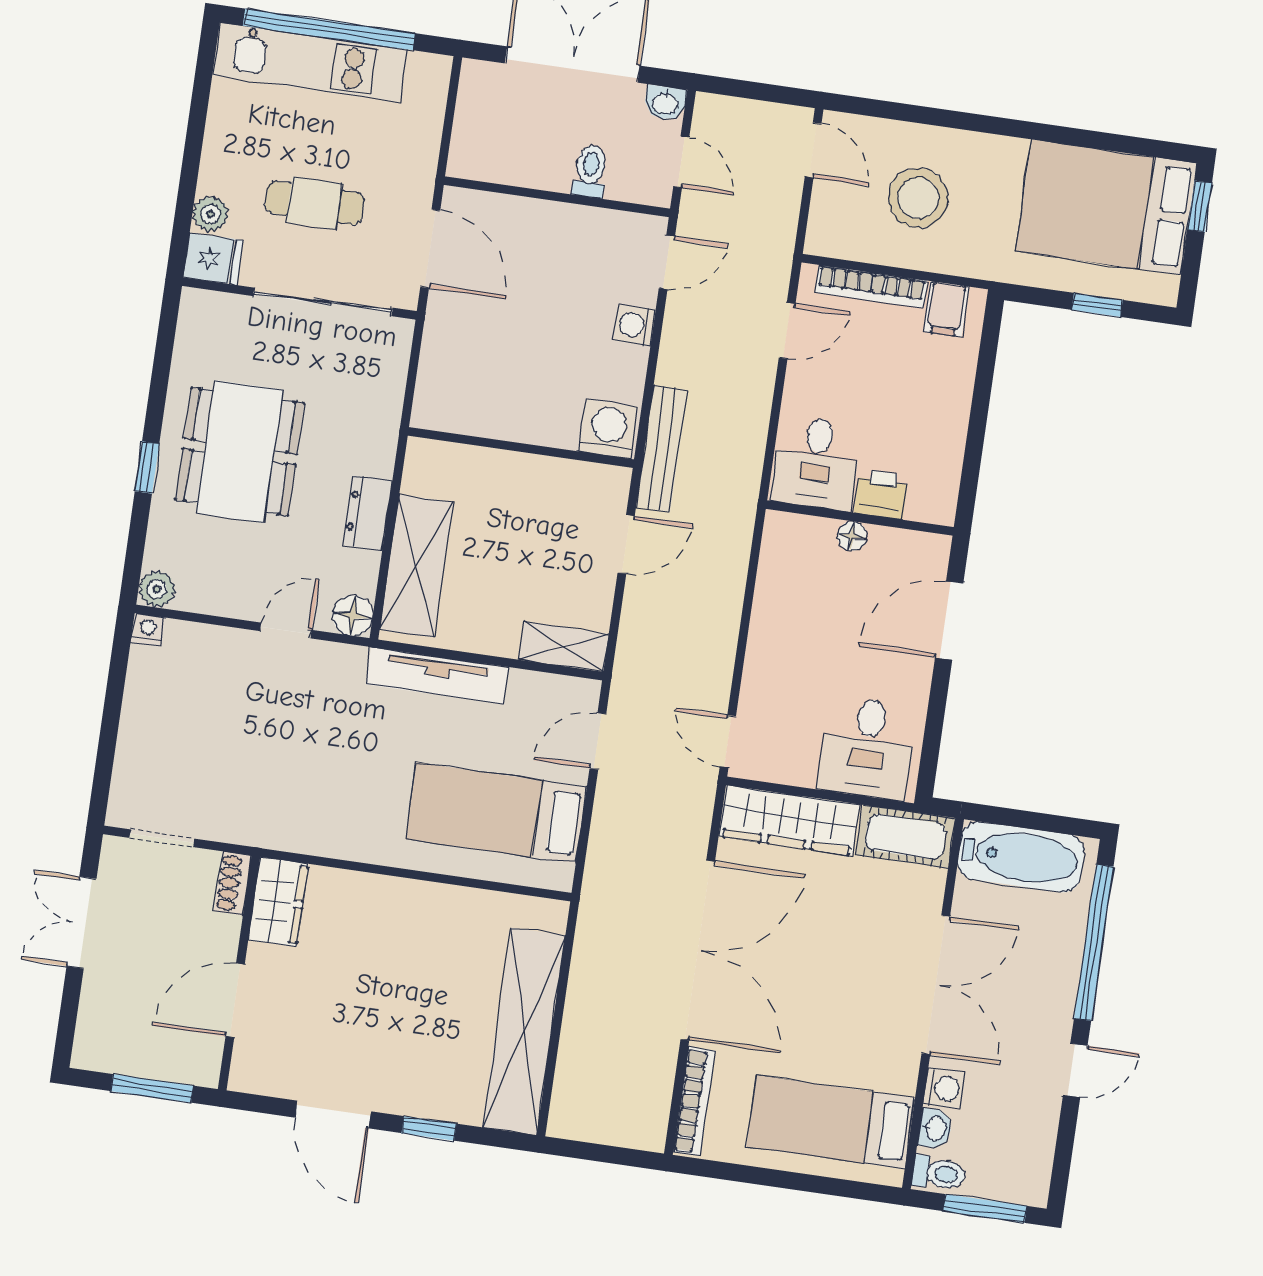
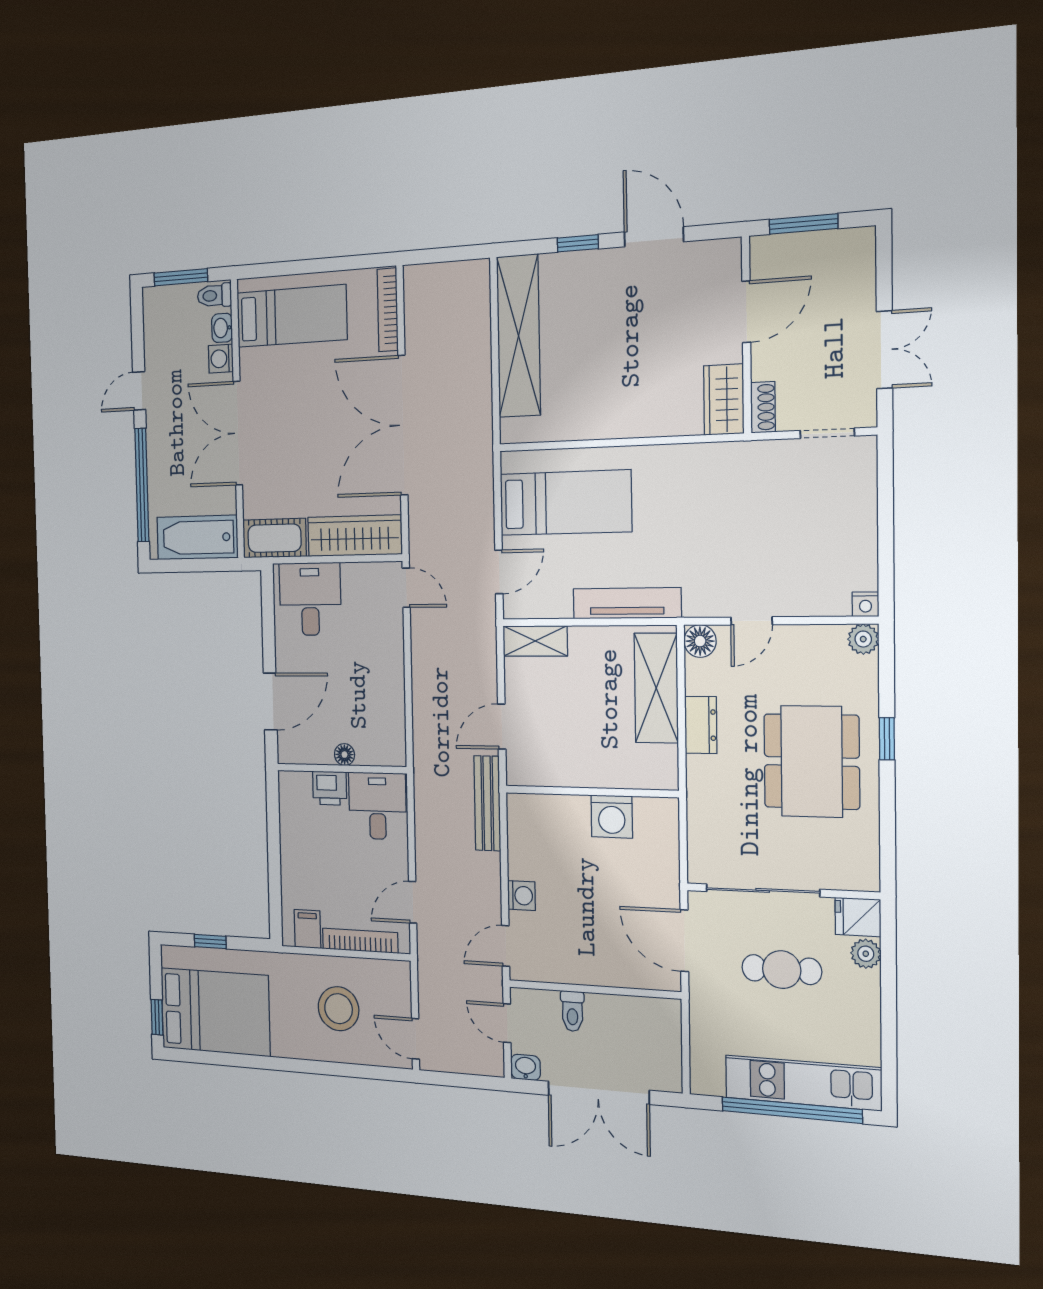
washing machine: (608, 429) -> (612, 817), moved

